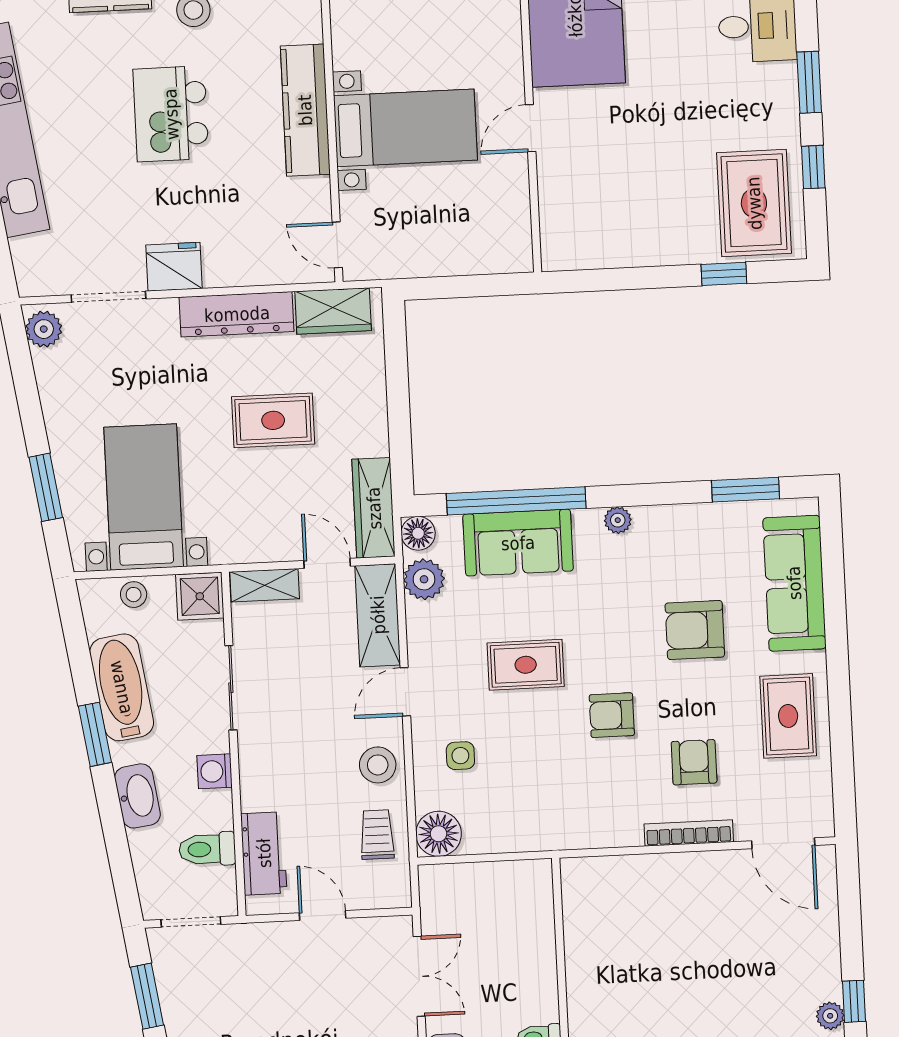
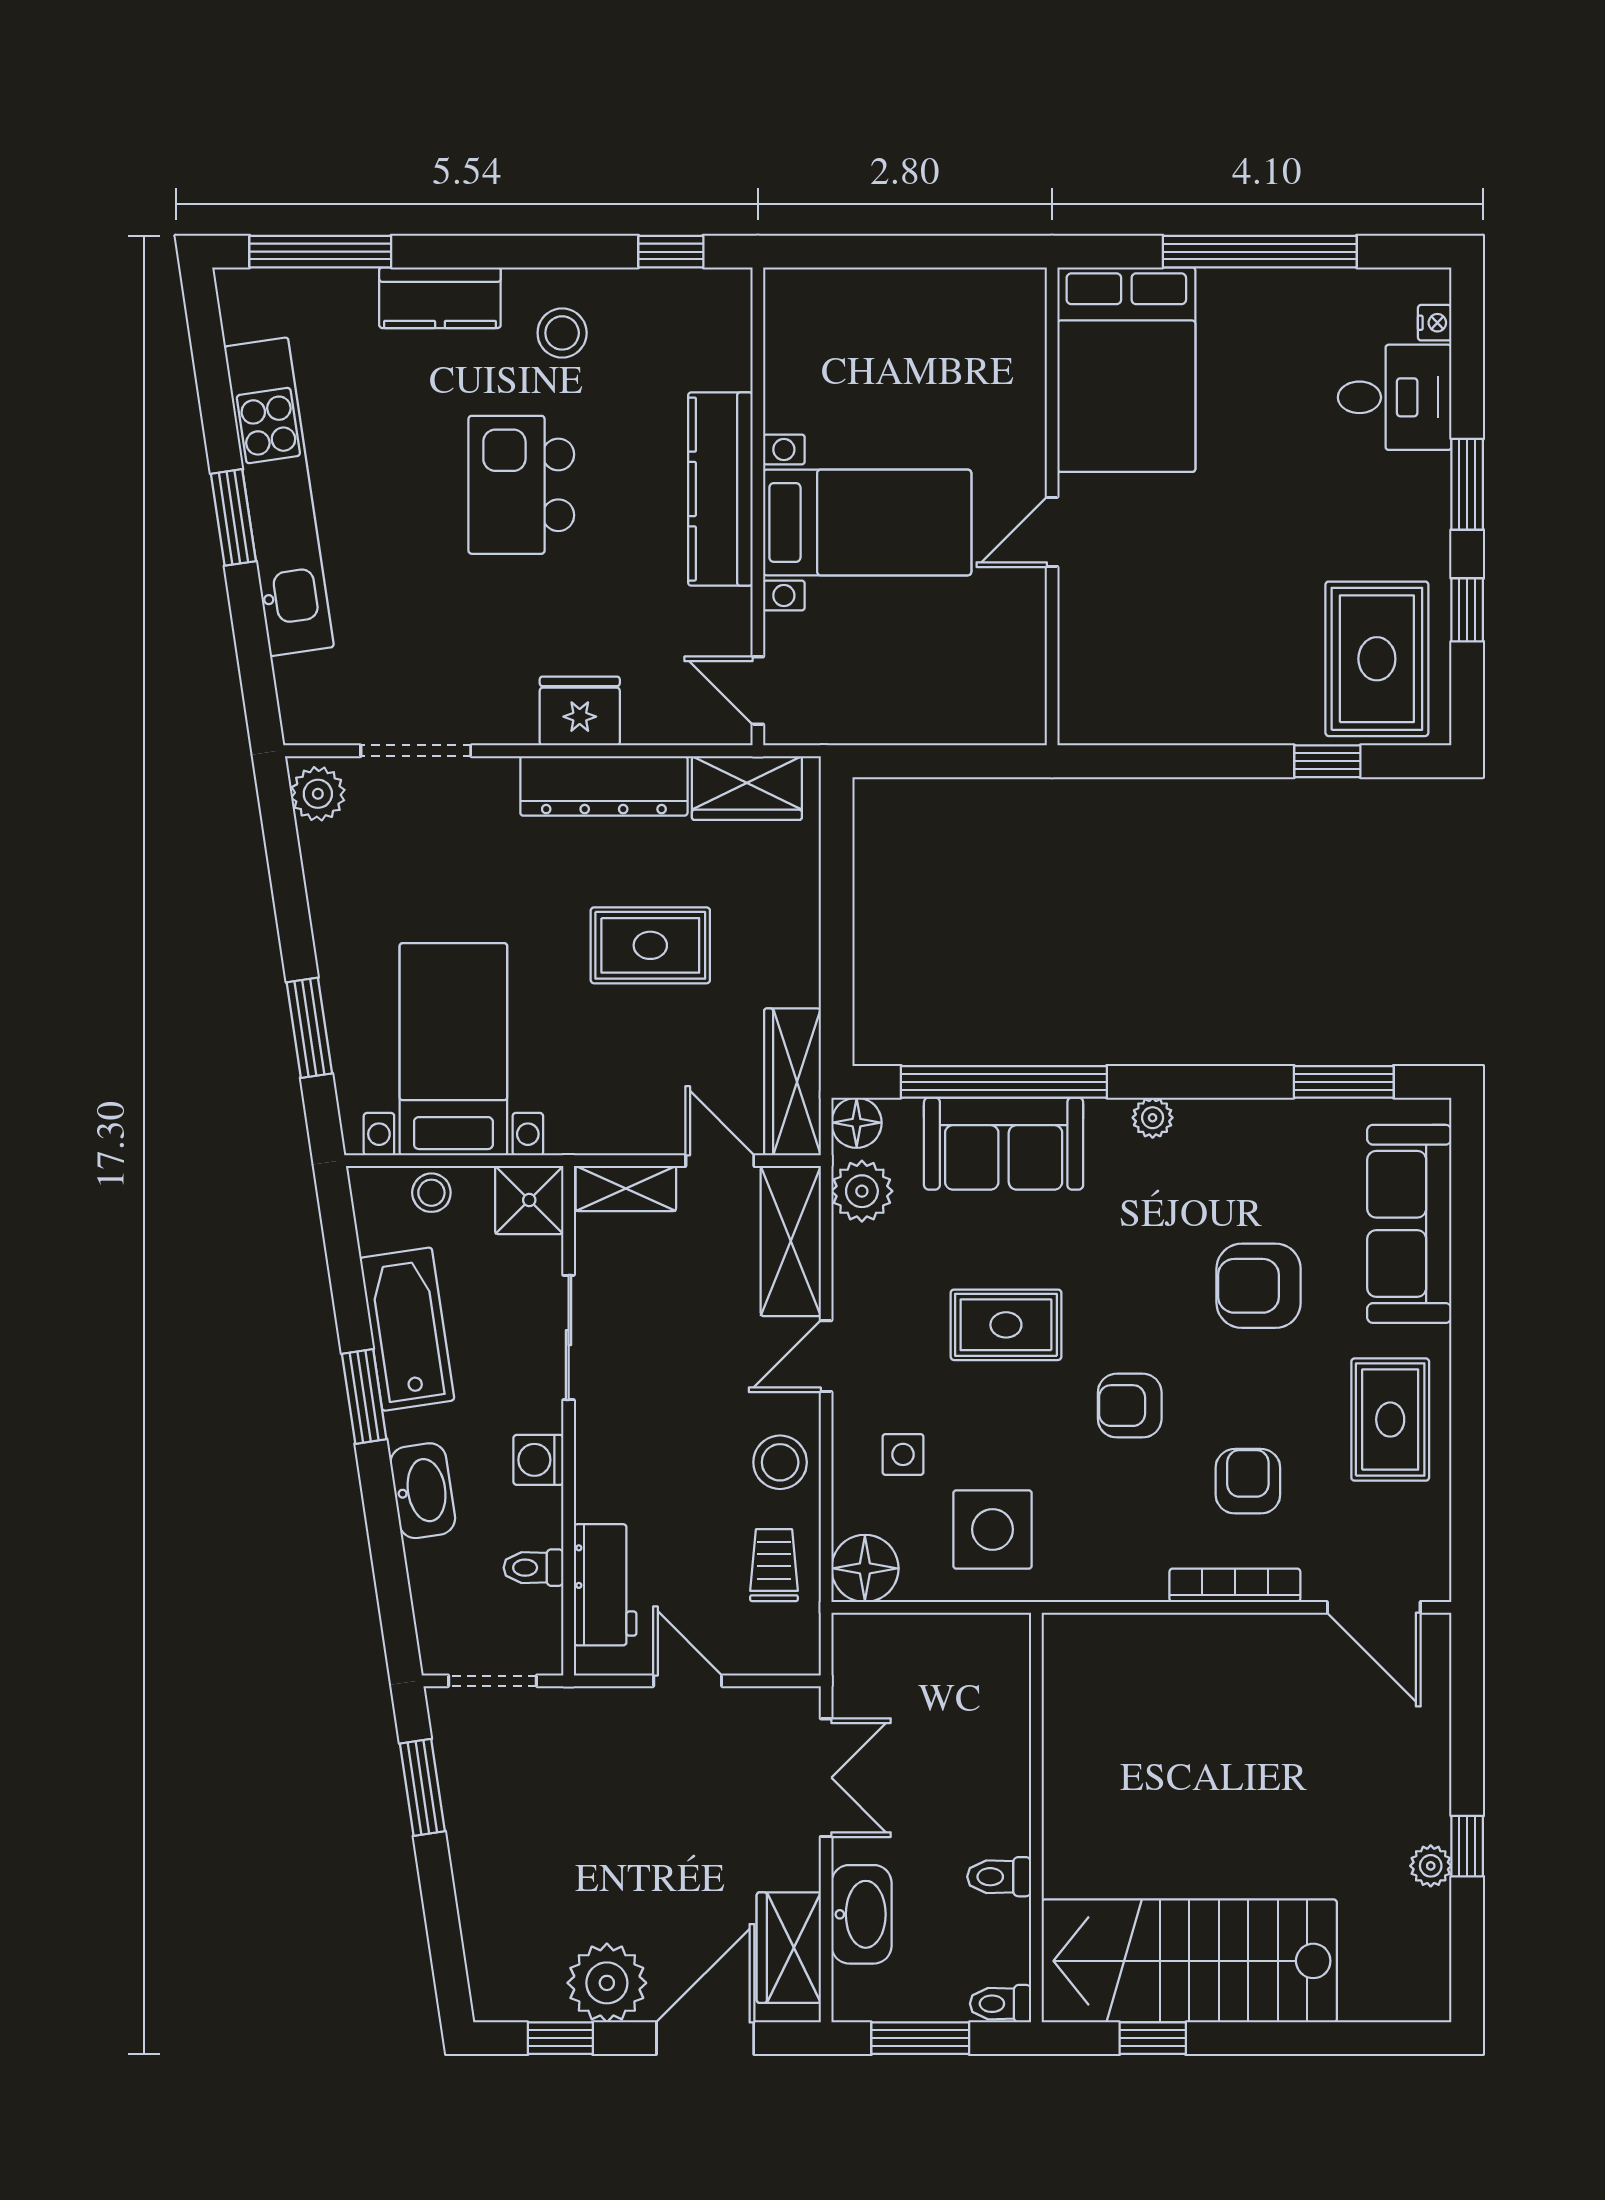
fridge: (174, 267) -> (580, 711), moved
side table: (523, 803) -> (993, 1529), added
toilet: (207, 849) -> (533, 1568), width x0.73, depth x0.72

